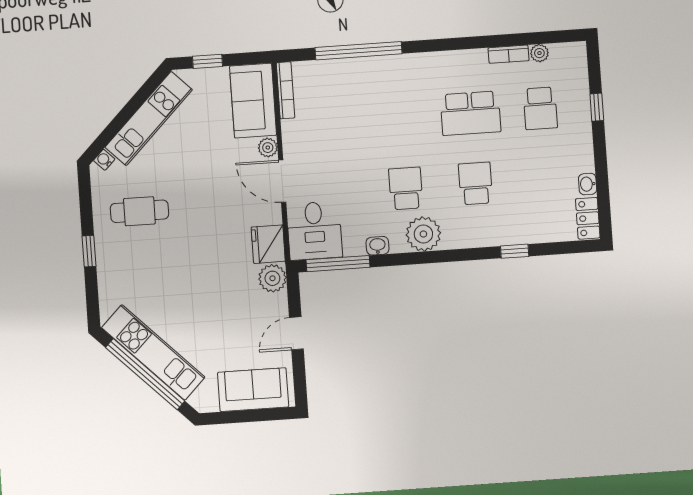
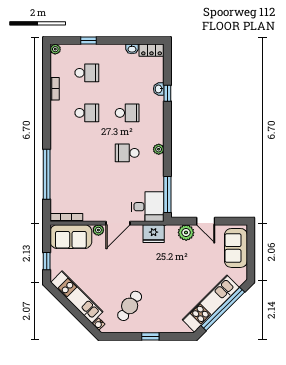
plant: (539, 53) -> (55, 49), moved
school desk: (470, 113) -> (87, 113), width x0.54
school desk: (475, 183) -> (127, 113), turned 180
cafe table: (139, 211) -> (130, 306), turned 34
plant: (423, 234) -> (159, 149), width x0.53, depth x0.53
washbasin: (378, 246) -> (159, 89), moved
plant: (272, 278) -> (186, 233), moved

